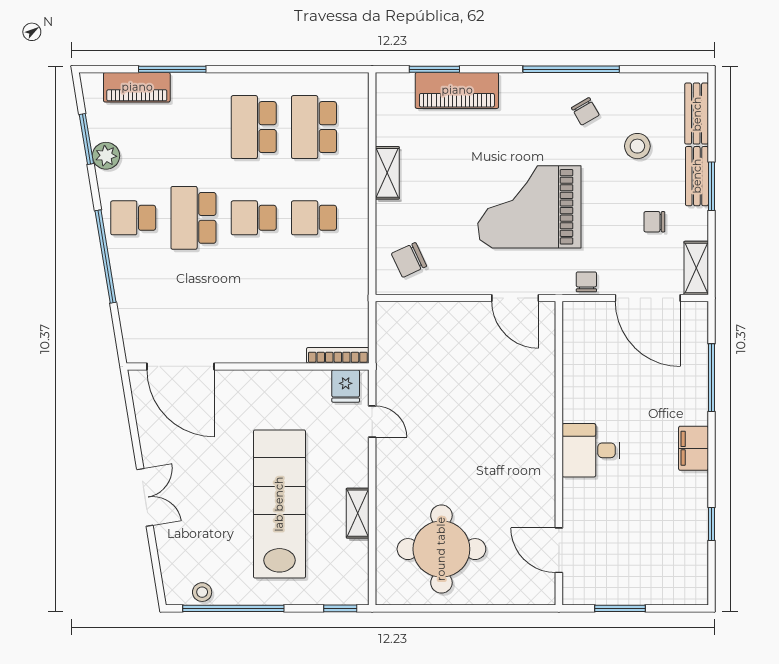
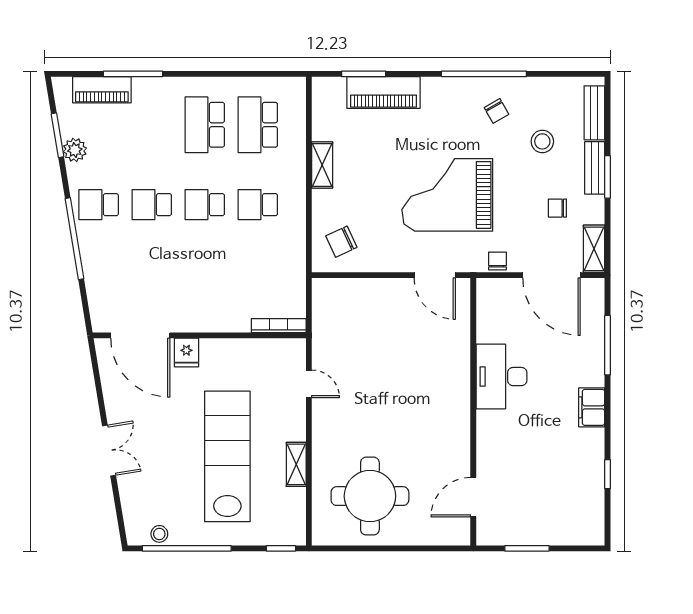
school desk: (193, 218) -> (152, 205), width x0.54
fridge: (346, 386) -> (186, 353), moved
desk: (591, 450) -> (501, 377), moved, width x1.37
door: (559, 550) -> (473, 497), hinge flipped

